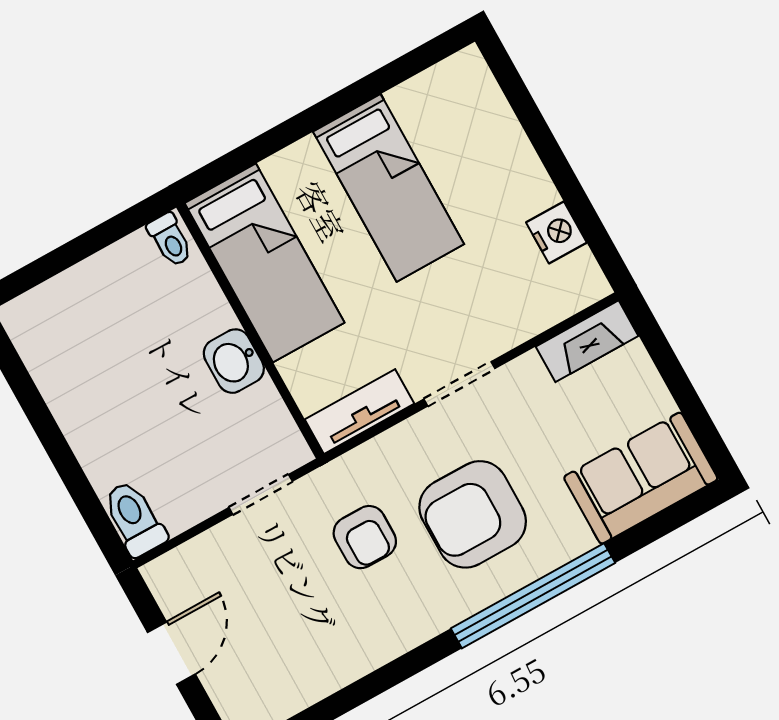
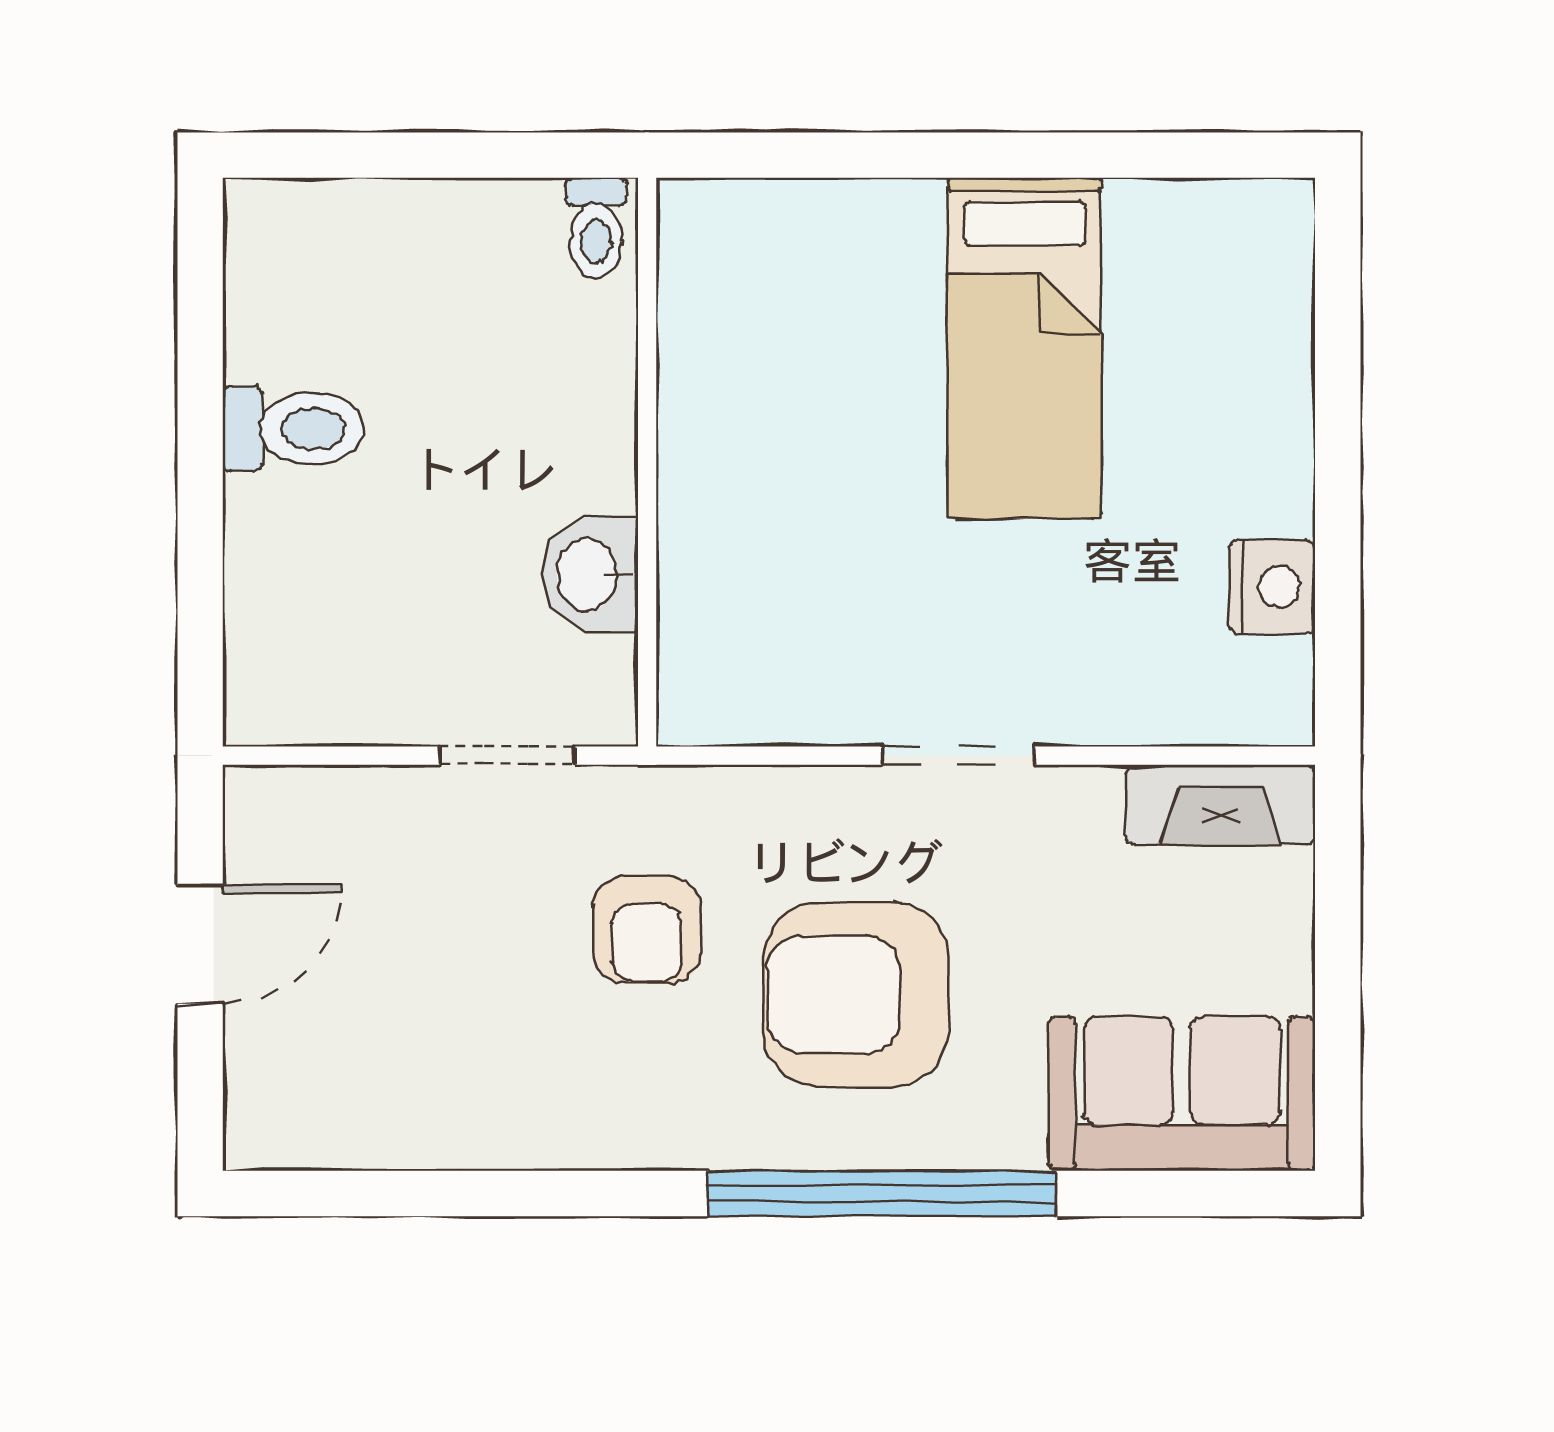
bed: (264, 263) -> (737, 358), removed
washbasin: (234, 361) -> (590, 575), moved
tv unit: (360, 412) -> (759, 707), removed
toilet: (134, 518) -> (294, 429), moved, turned 90

